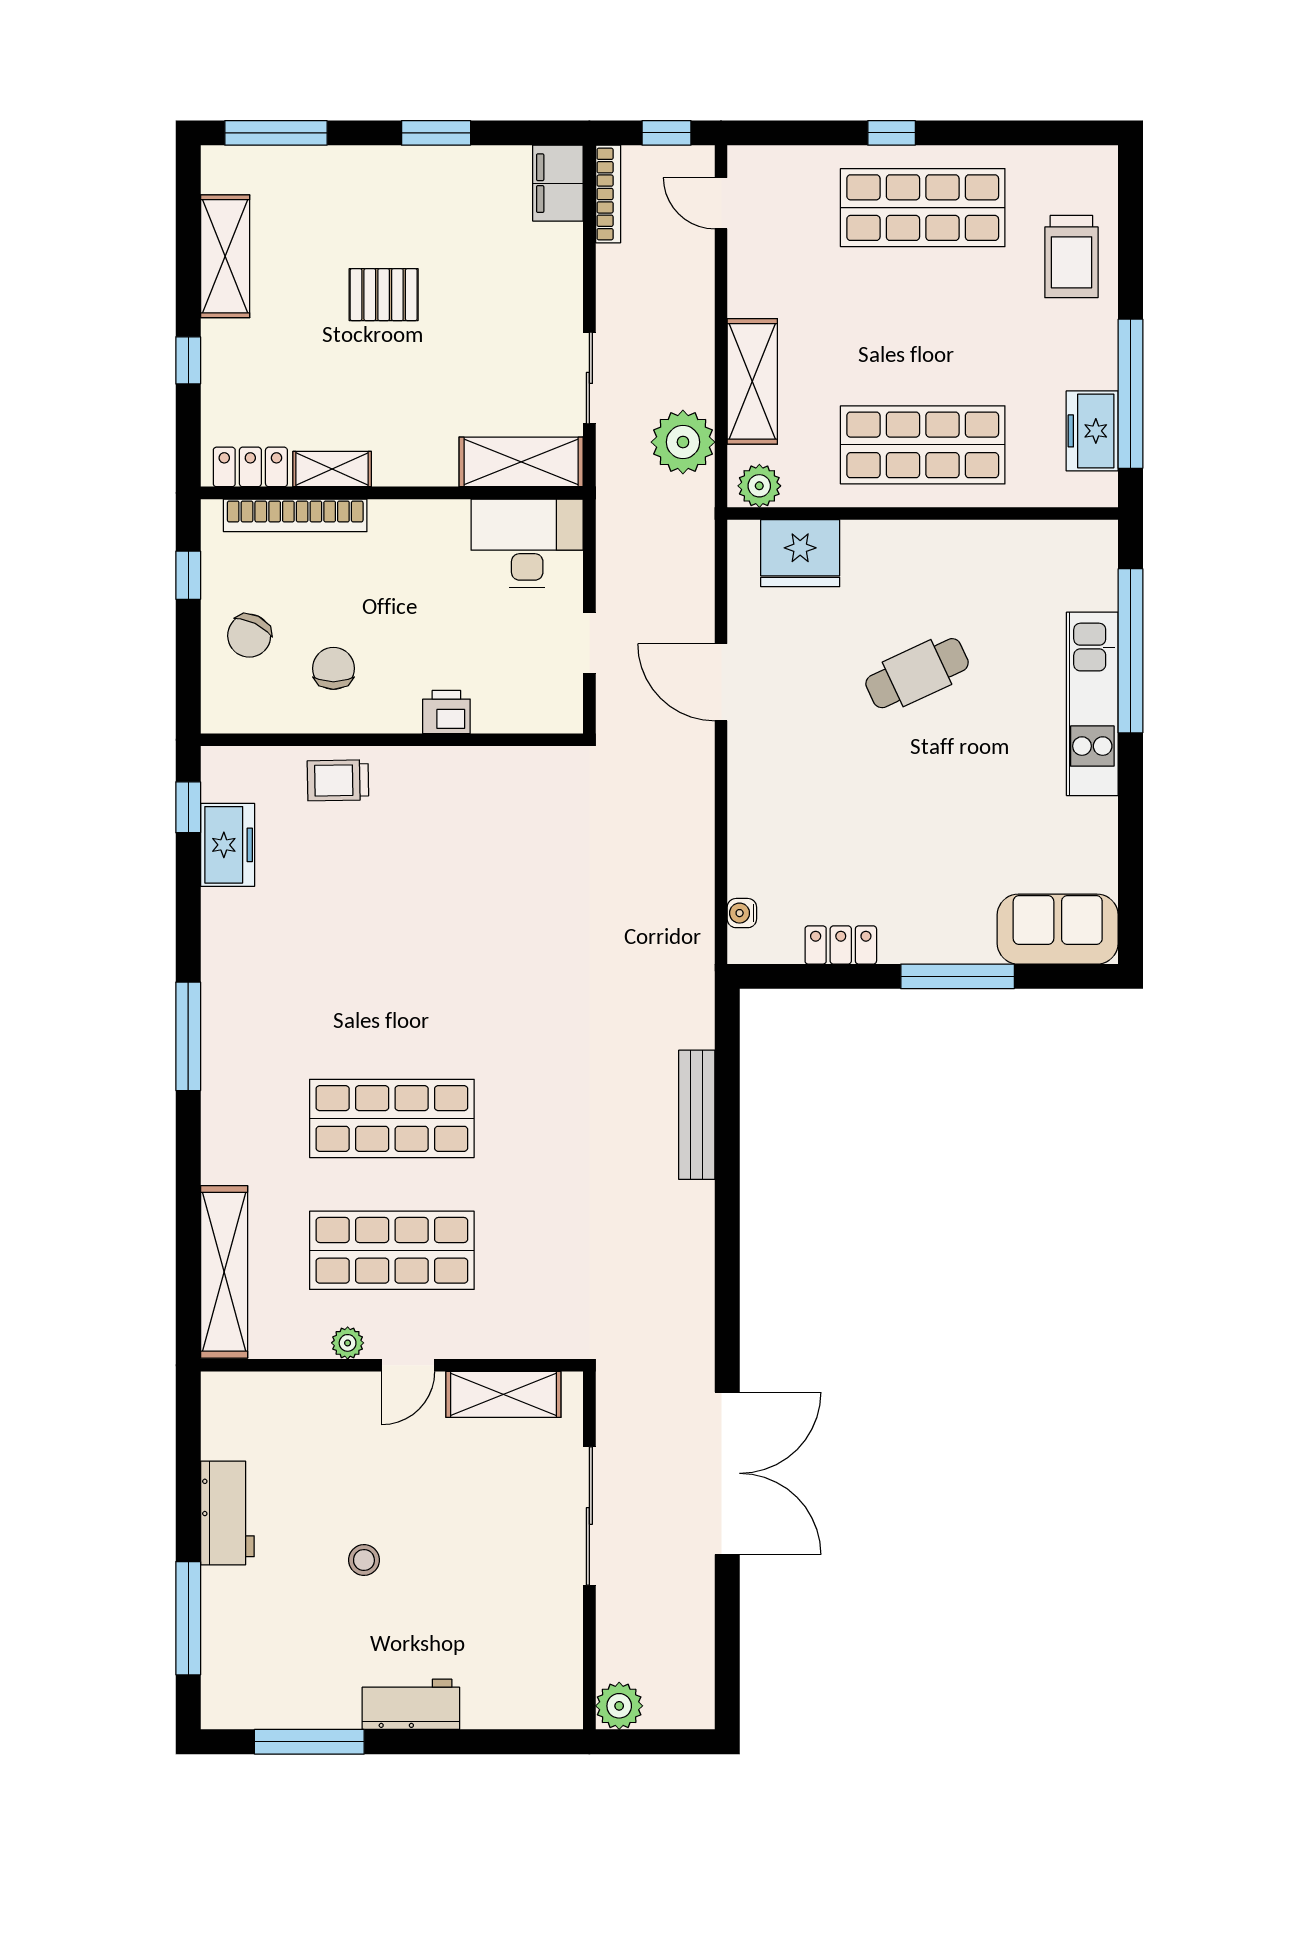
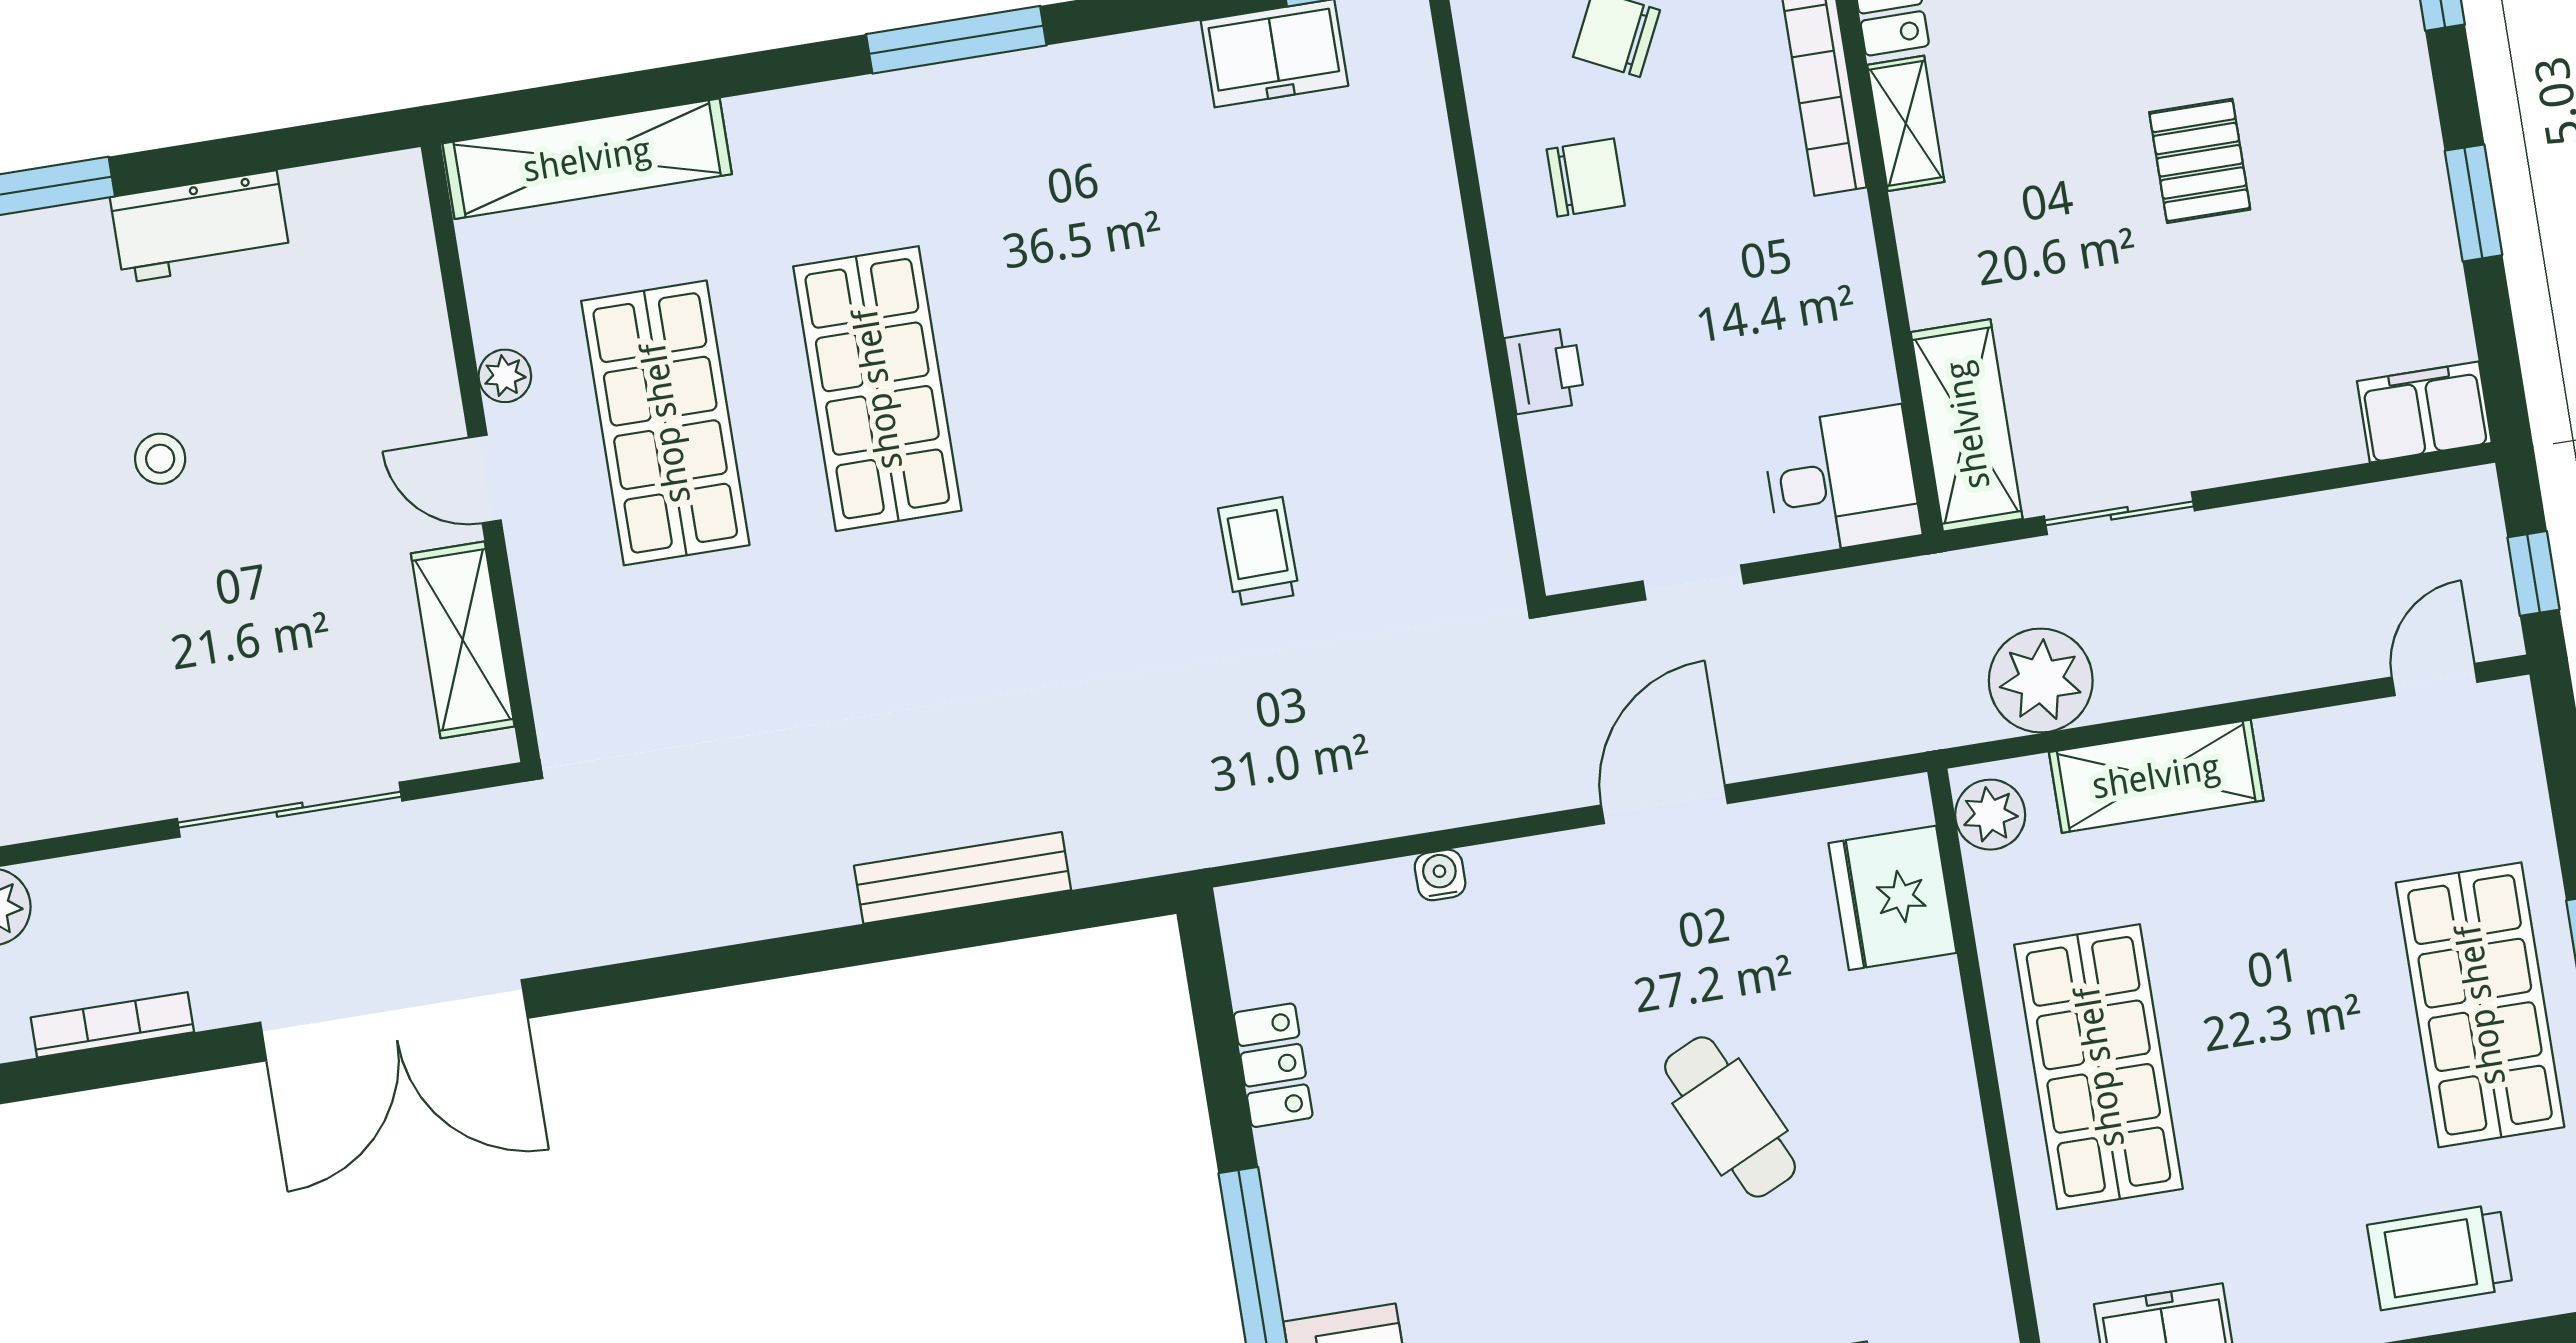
bookcase: (608, 194) -> (112, 1025), moved, turned 180
desk: (527, 543) -> (1842, 481), width x0.73
trolley: (338, 780) -> (1259, 551), moved
water cooler: (742, 913) -> (1440, 875), moved

